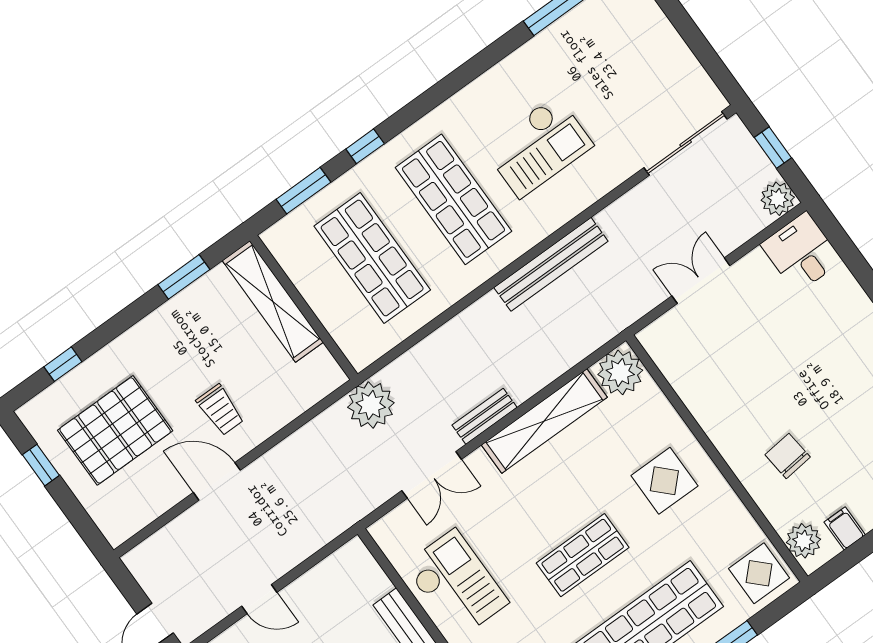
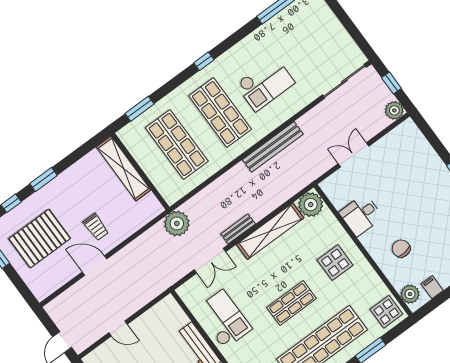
window: (365, 146) -> (204, 61), moved
desk: (801, 252) -> (361, 215), moved, turned -90
window: (184, 277) -> (43, 179), moved

